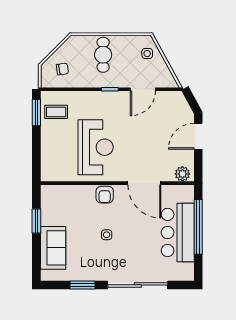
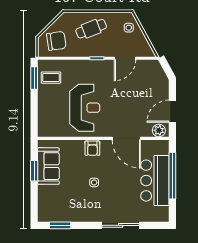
cafe table: (103, 55) -> (91, 29), turned 69
chair: (62, 69) -> (56, 41), width x1.87, depth x1.87
door: (198, 136) -> (172, 111), moved
sofa: (53, 248) -> (48, 166), moved
window: (83, 285) -> (60, 225), moved
sliding door: (138, 285) -> (121, 225), width x0.73

